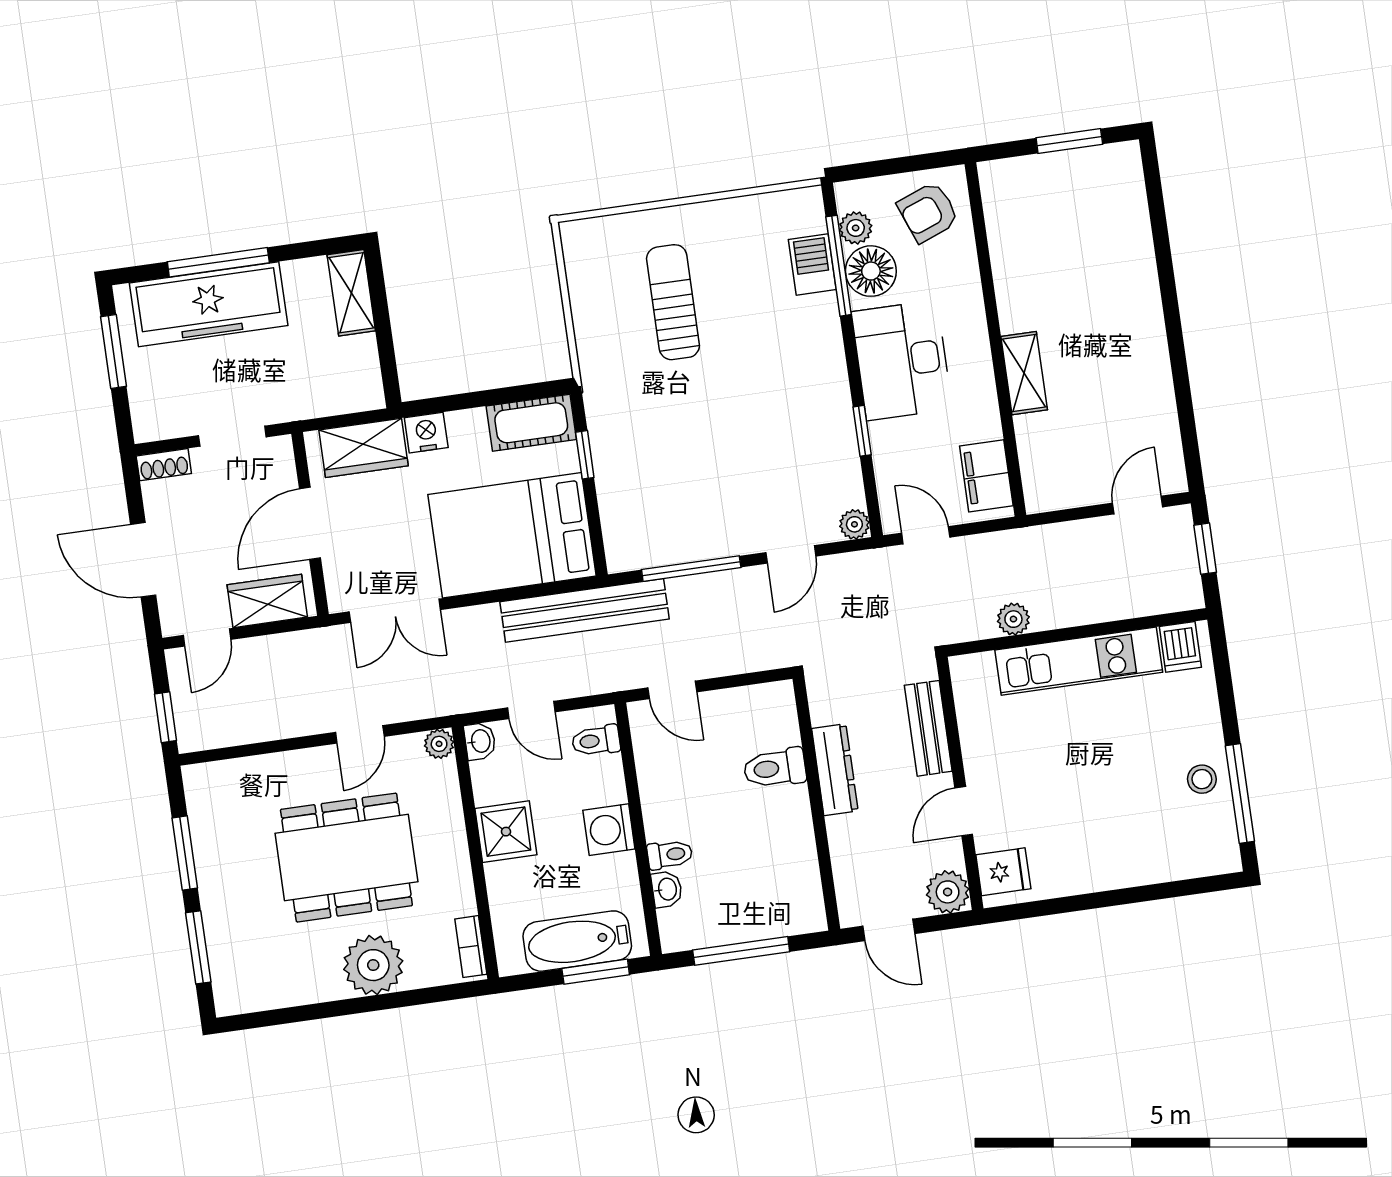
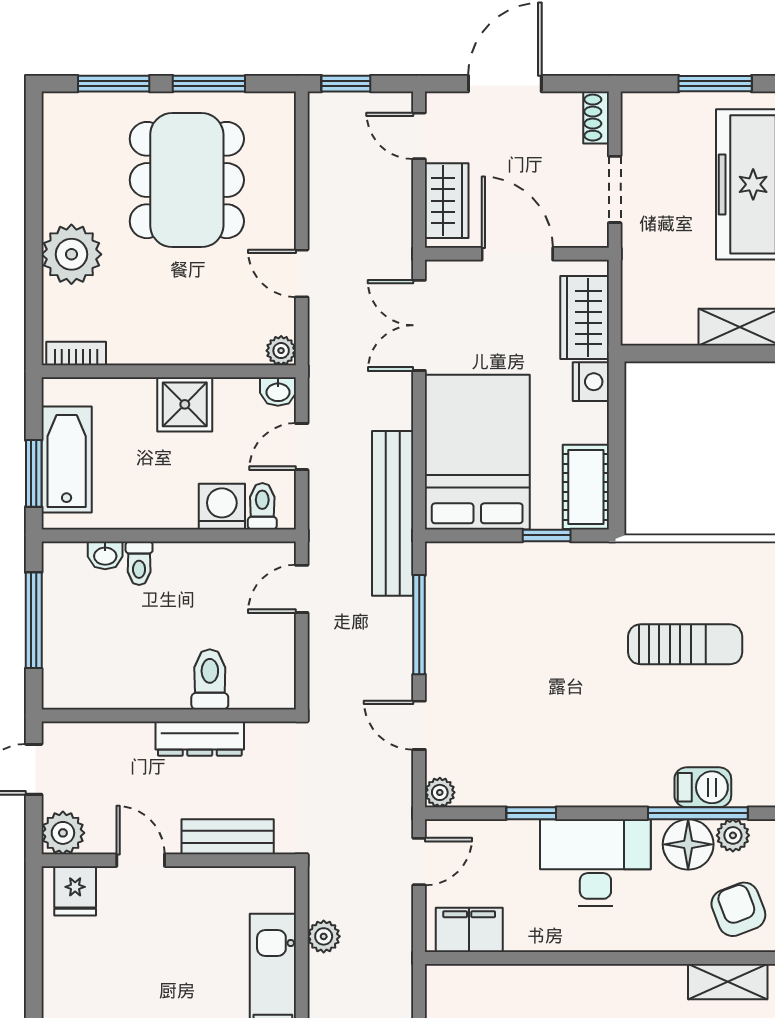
shelving: (1024, 373) -> (728, 982), moved
washing machine: (609, 830) -> (222, 507), moved
dining table: (346, 858) -> (187, 180), moved

